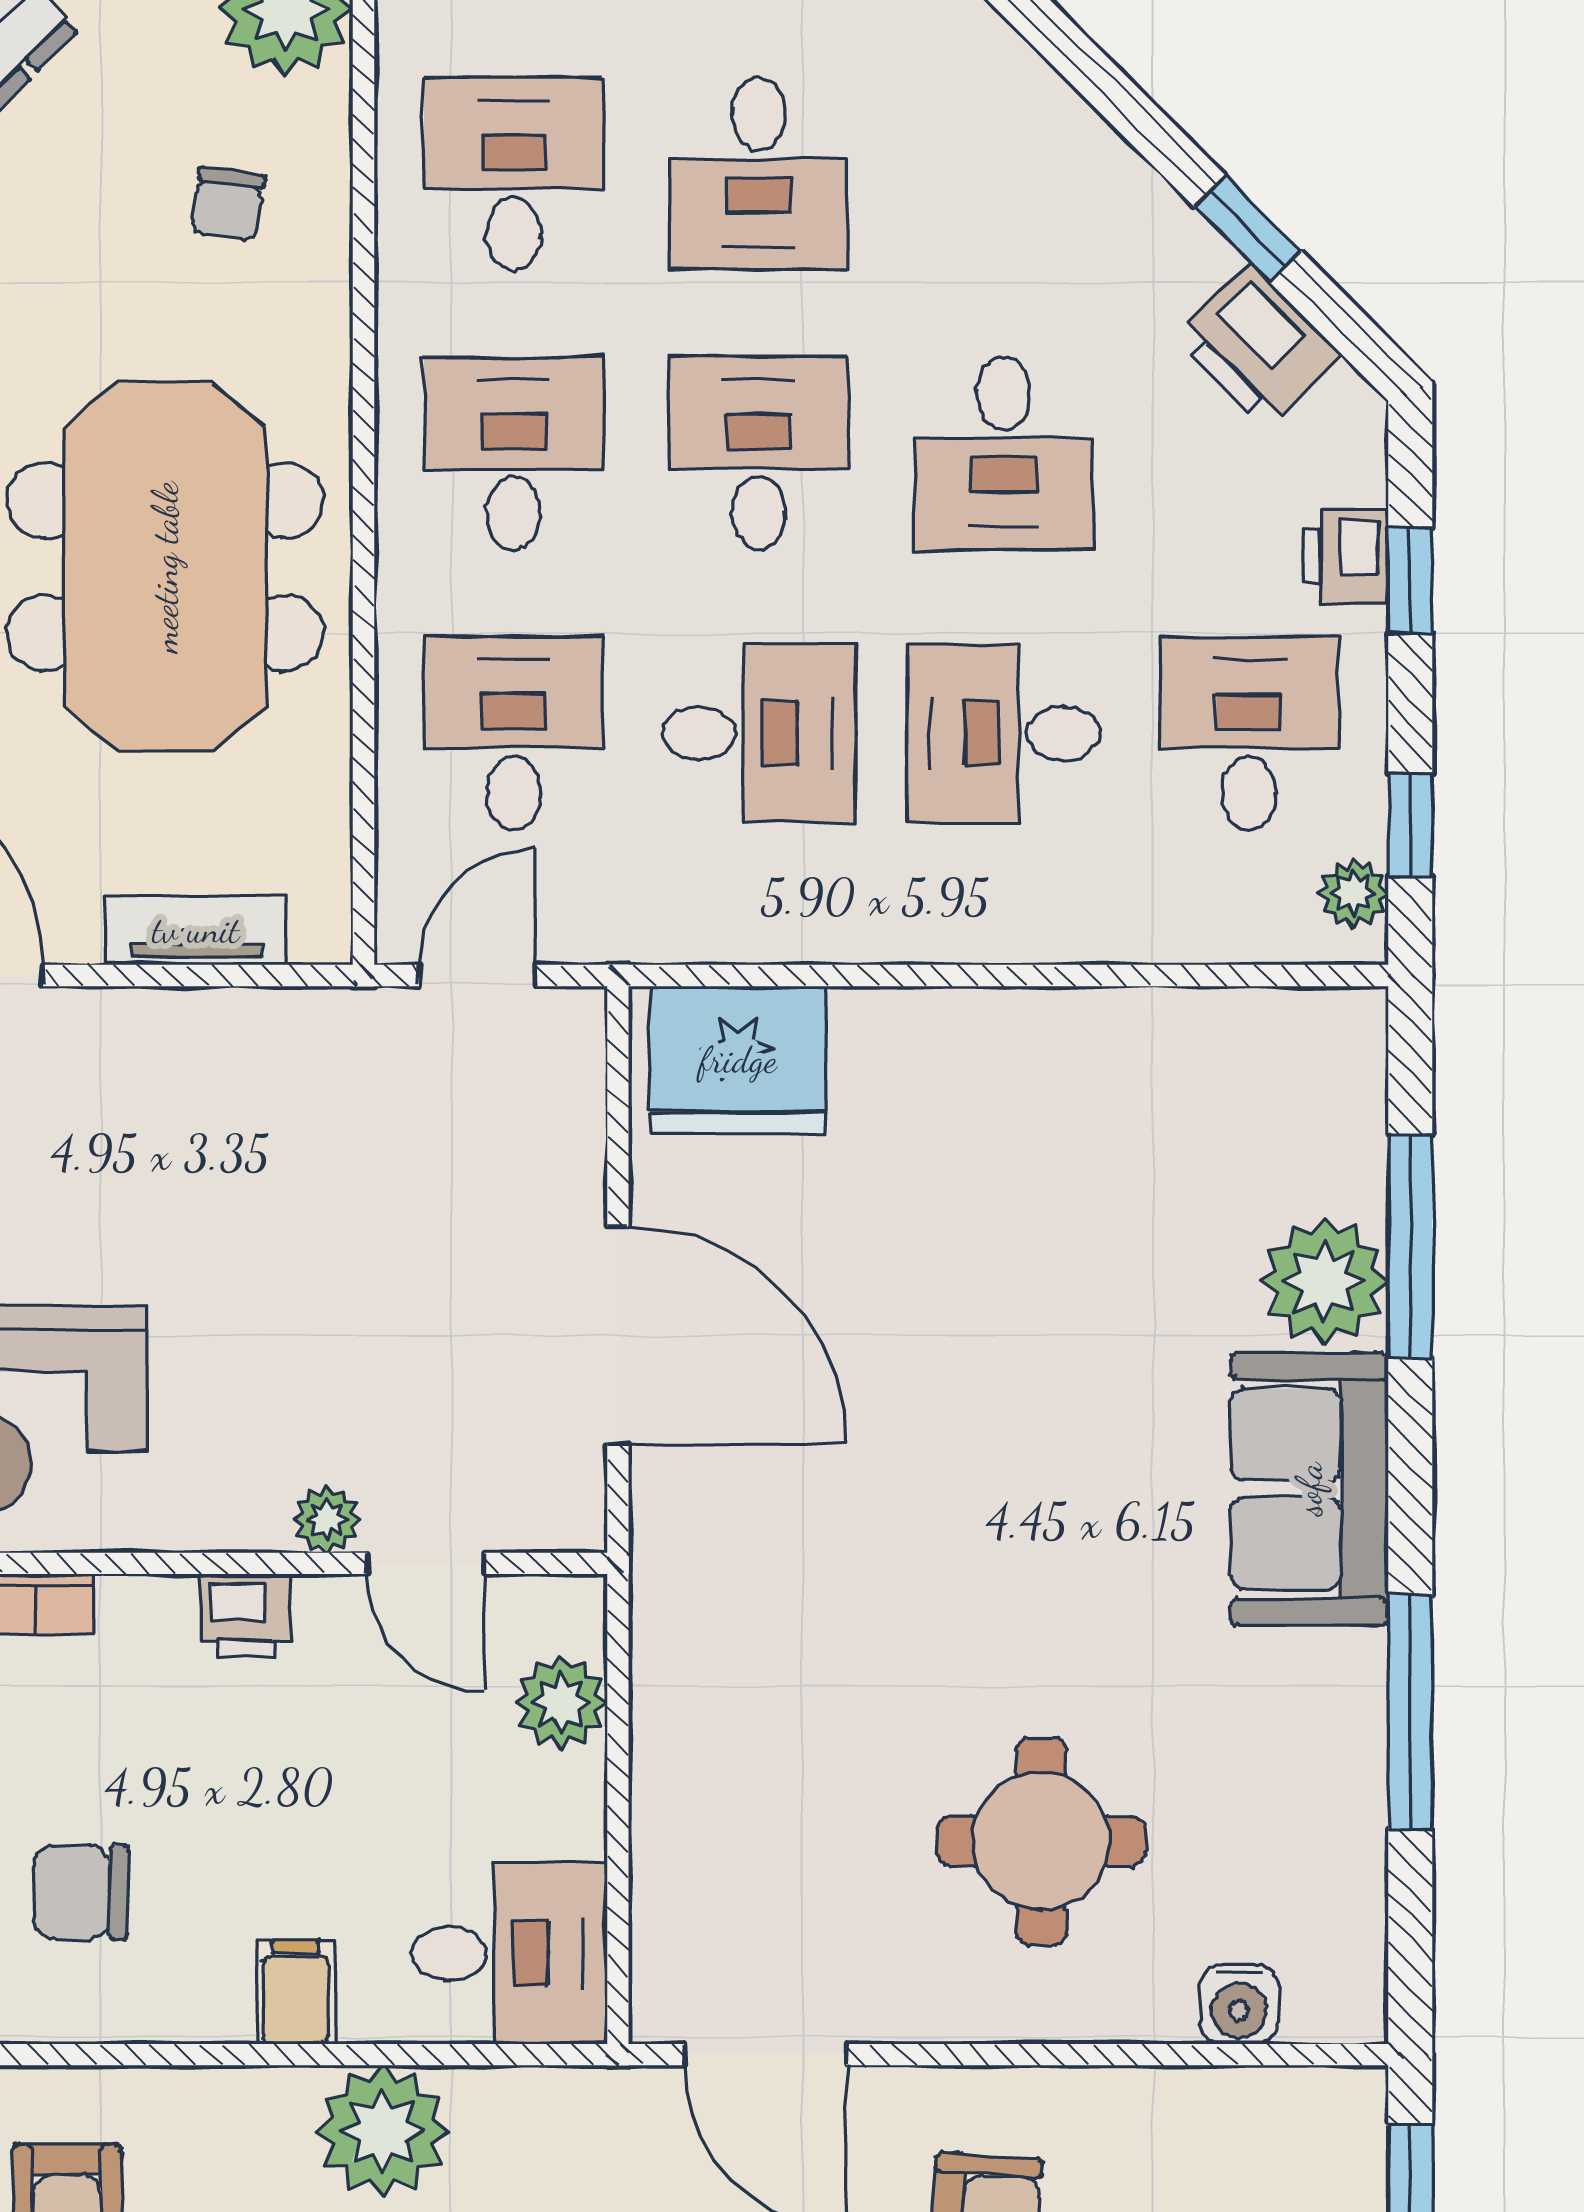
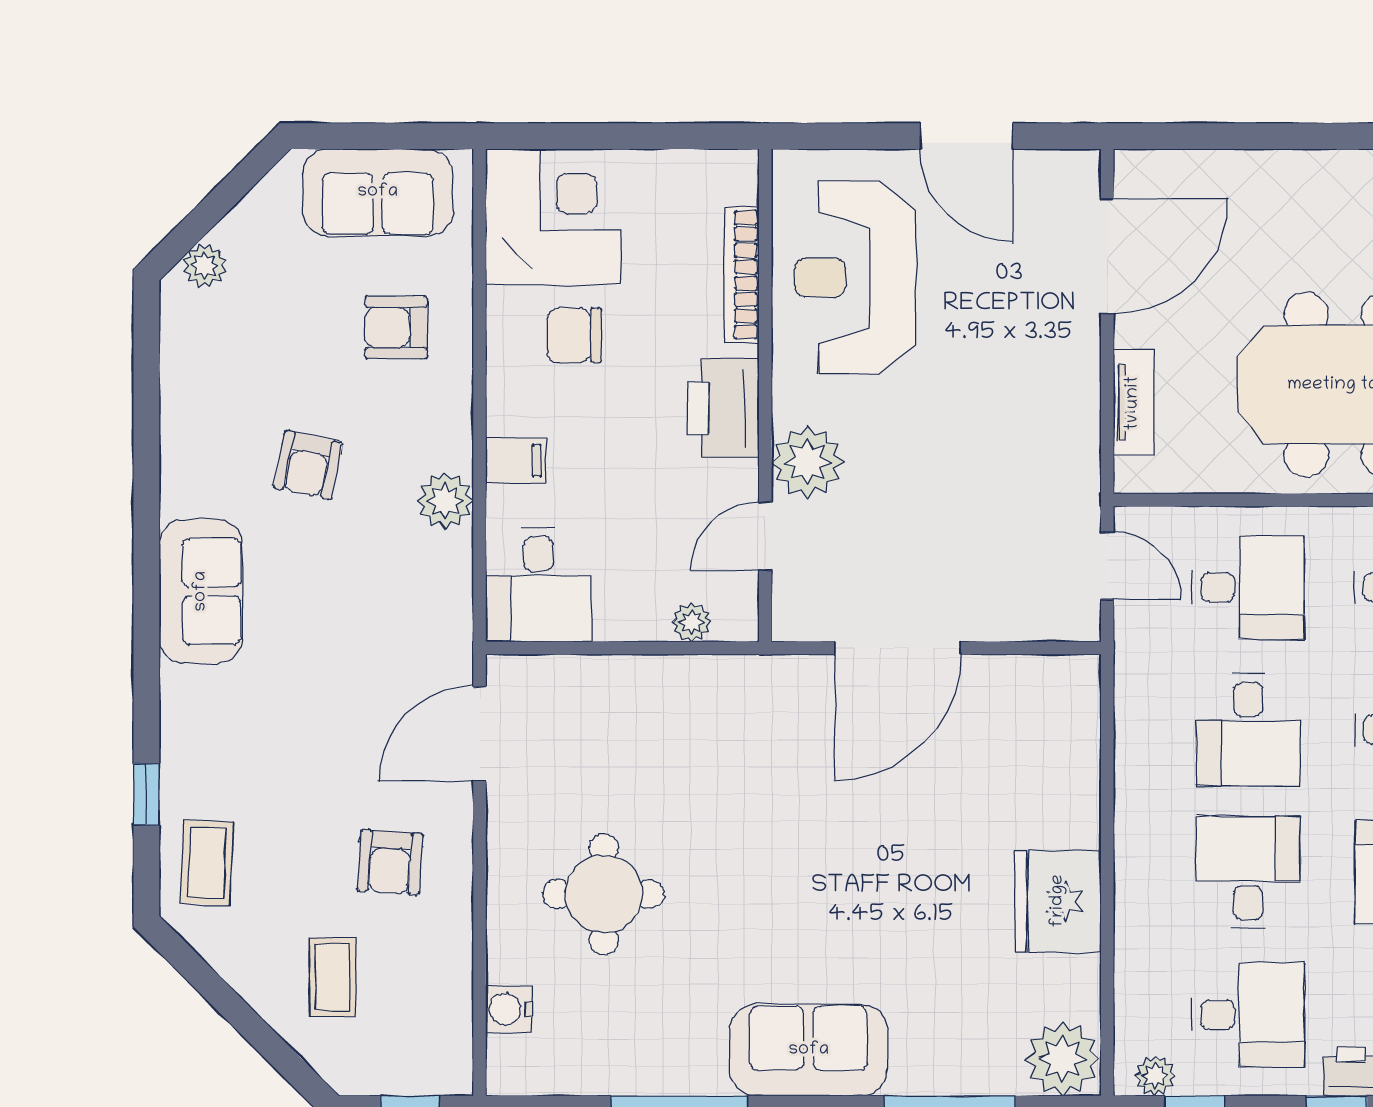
fridge: (738, 1060) -> (1058, 901), moved
plant: (1324, 1281) -> (1062, 1059), moved
plant: (327, 1520) -> (808, 462), width x1.88, depth x1.88
printer: (246, 1615) -> (723, 408), width x1.87, depth x1.48
plant: (561, 1703) -> (692, 622), width x0.73, depth x0.73
chair: (81, 1892) -> (574, 335), turned -90
plant: (382, 2132) -> (445, 501), width x0.73, depth x0.73

